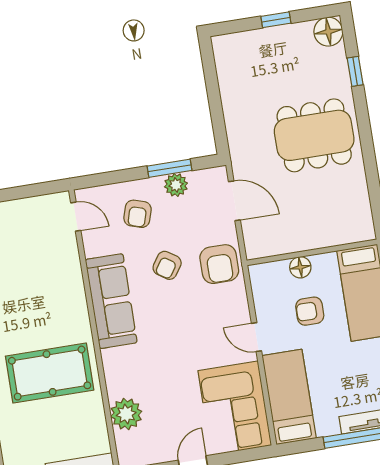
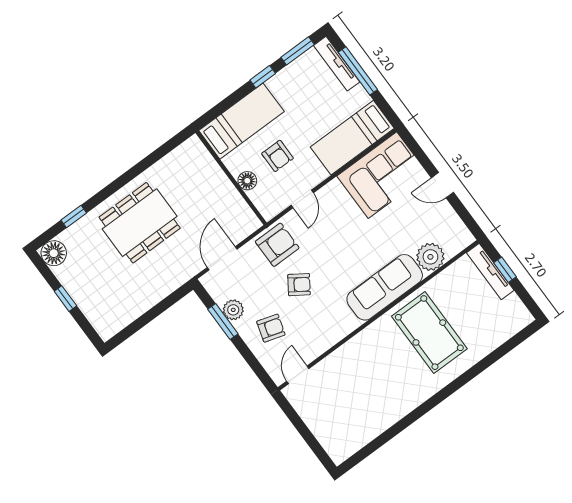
dining table: (314, 135) -> (140, 223), turned 90
sofa: (111, 301) -> (385, 287), moved
door: (256, 337) -> (302, 199), moved

